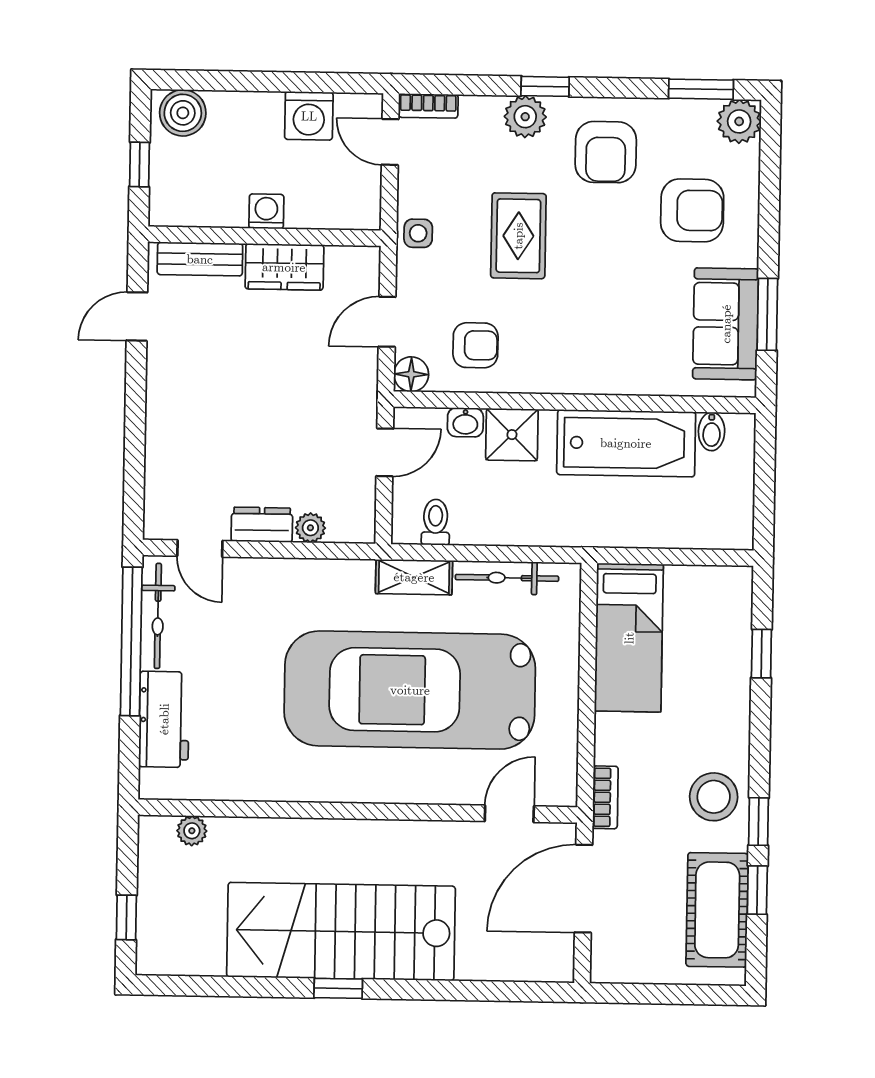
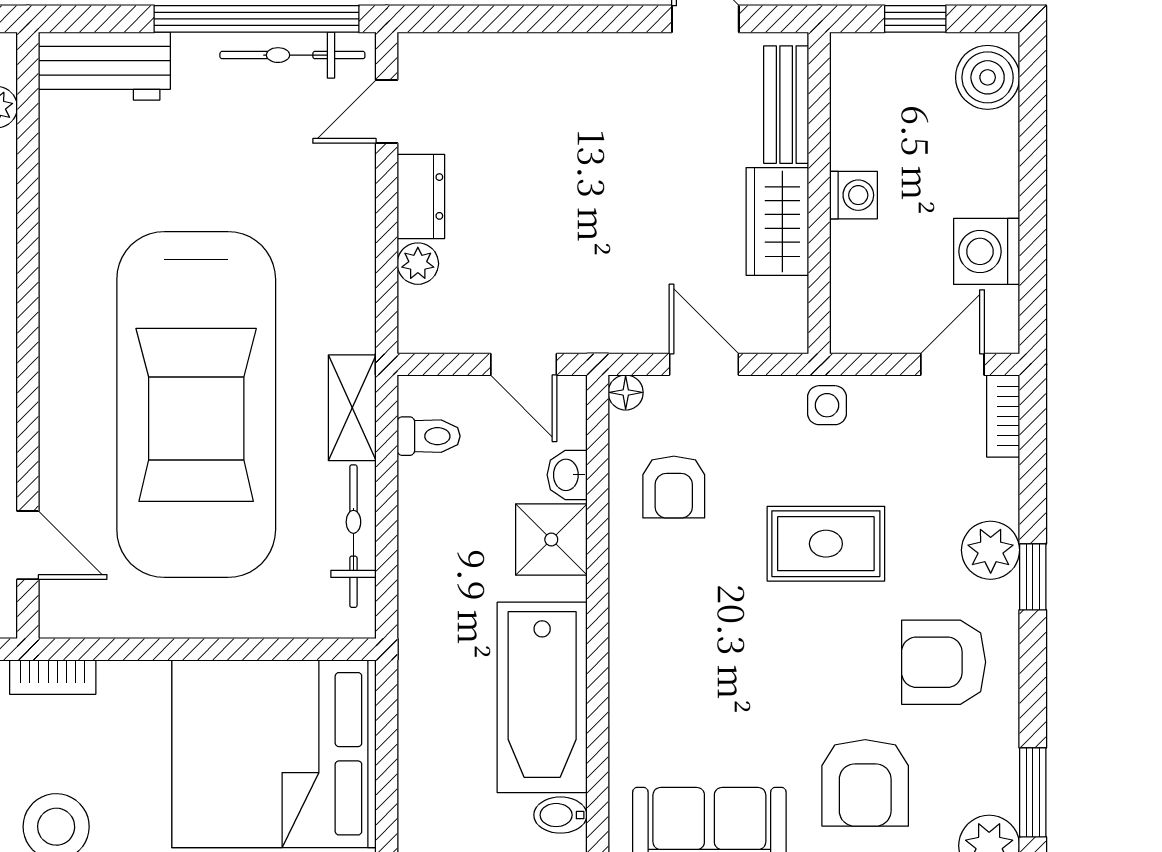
floor lamp: (411, 374) -> (626, 392), width x0.73, depth x0.73
bed: (629, 638) -> (274, 754), width x2.04
car: (410, 690) -> (196, 405), turned 180
workbench: (164, 719) -> (104, 66), moved

